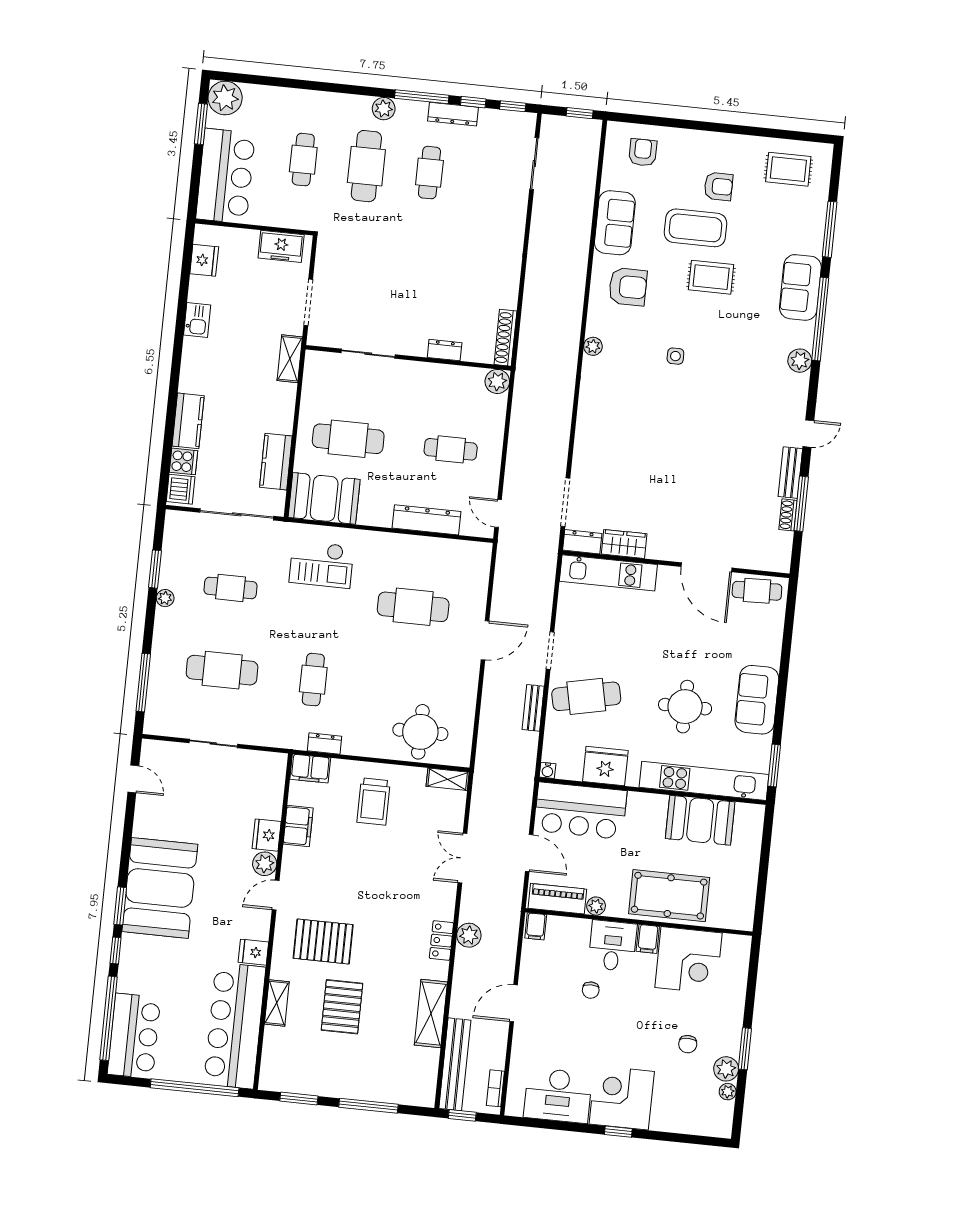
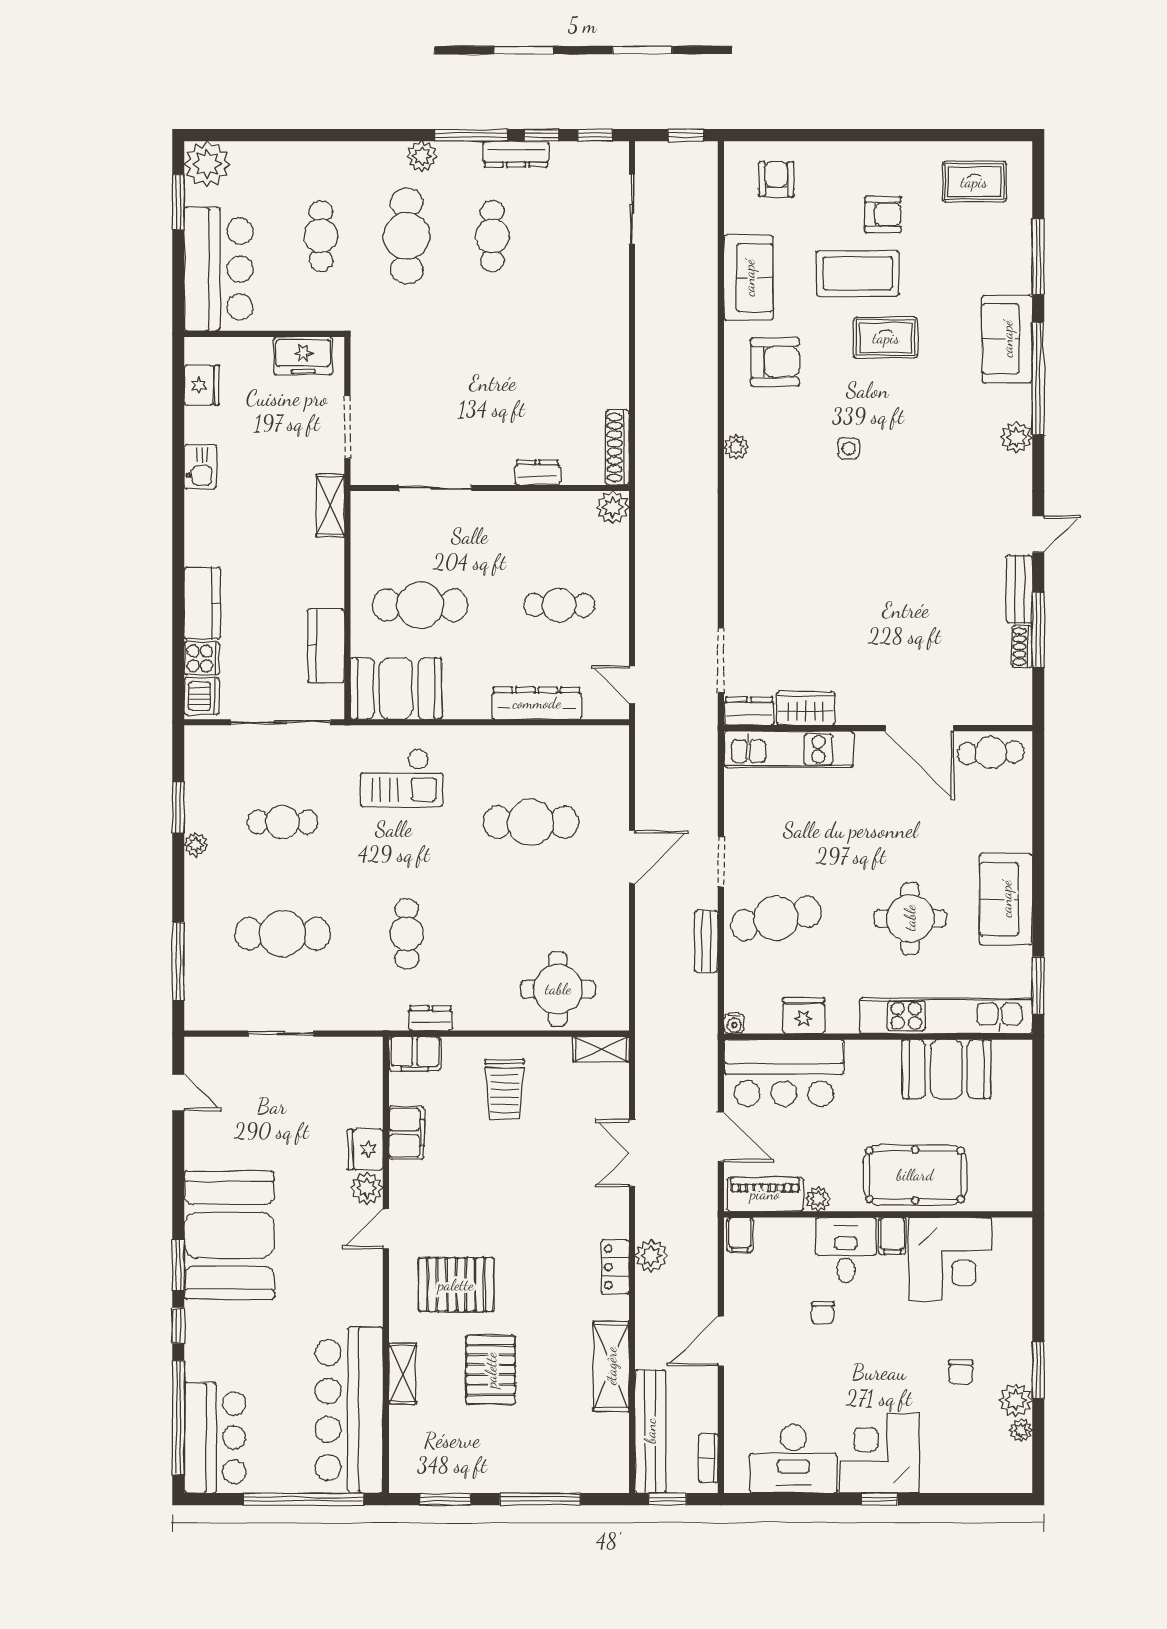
fridge: (605, 766) -> (804, 1016), width x0.73, depth x0.75
fridge: (253, 952) -> (364, 1309), removed

